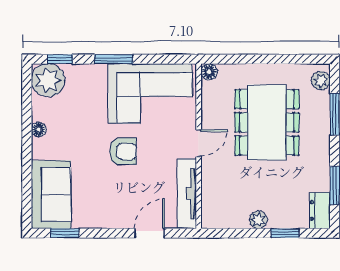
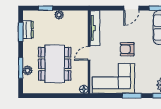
plant: (321, 81) -> (28, 70), moved
dresser: (320, 211) -> (28, 30), moved
door: (149, 233) -> (131, 8), moved

